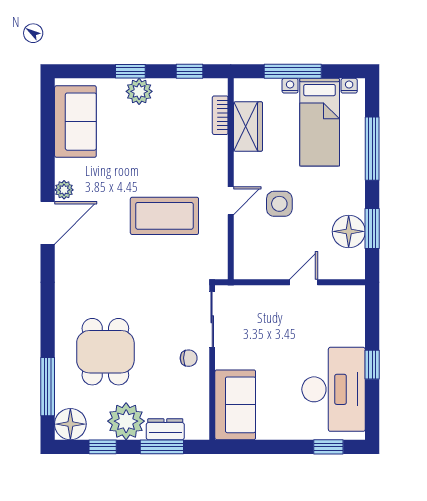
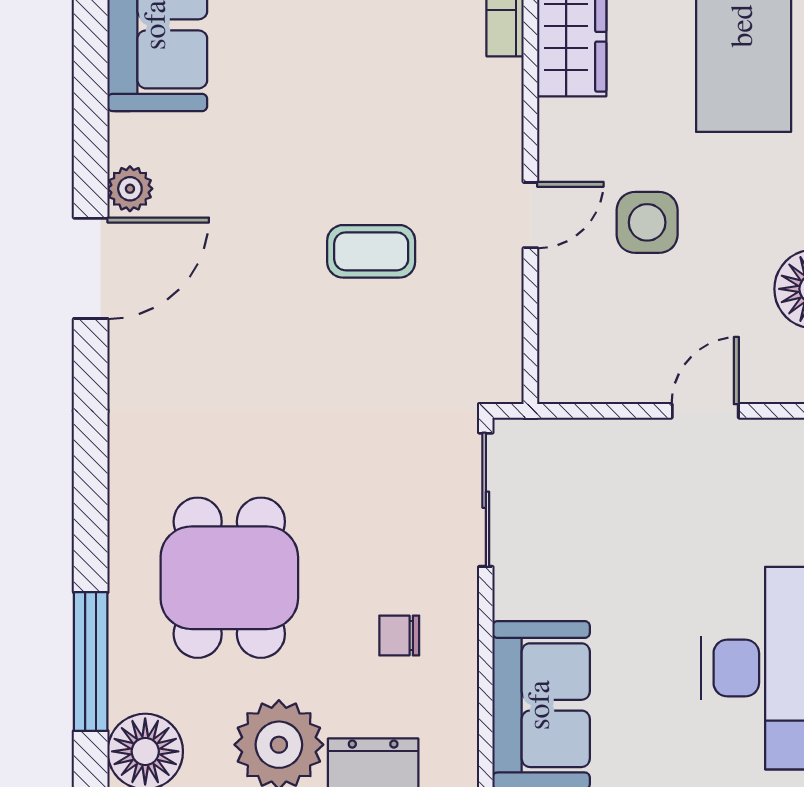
coffee table: (164, 216) -> (371, 251), width x0.54, depth x0.58
chair: (189, 358) -> (399, 636), moved, turned 180

